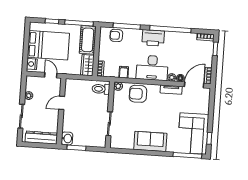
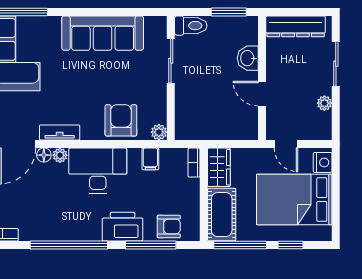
printer: (153, 38) -> (123, 227), moved
toilet: (101, 89) -> (191, 26), moved
armchair: (138, 94) -> (121, 120), turned -90
door: (62, 103) -> (262, 94), swing flipped
washbasin: (67, 138) -> (248, 58), moved
sofa: (150, 141) -> (103, 33), width x1.36

